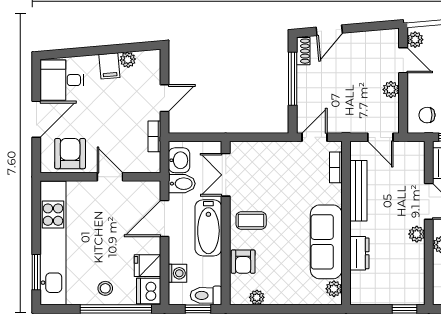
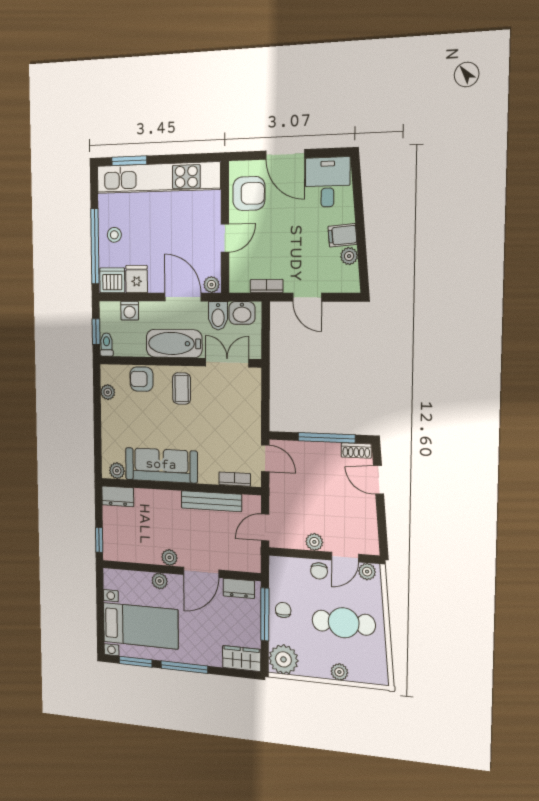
chair: (427, 115) -> (319, 571), moved, turned 180
plant: (153, 190) -> (211, 285), added
dresser: (359, 253) -> (118, 496), moved
toilet: (206, 295) -> (107, 345), width x0.73, depth x0.72

